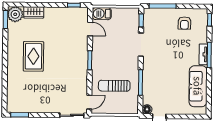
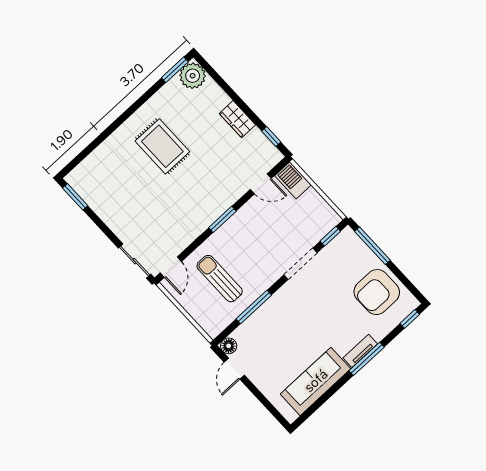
wardrobe: (34, 12) -> (237, 119), moved
armchair: (184, 23) -> (377, 292), width x1.88, depth x1.88
door: (90, 29) -> (261, 184), hinge flipped
rug: (33, 56) -> (162, 146), turned 90
door: (89, 102) -> (171, 267), hinge flipped

